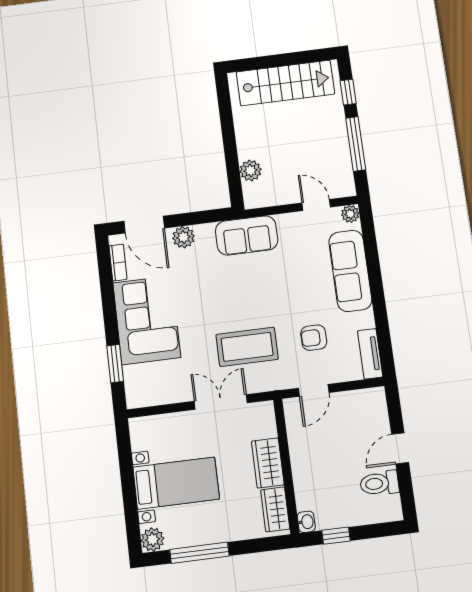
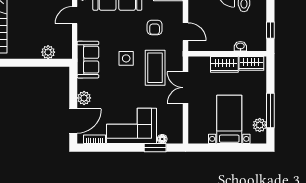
side table: (257, 297) -> (126, 58), added
floor lamp: (131, 374) -> (162, 139), added
washbasin: (306, 522) -> (240, 46), moved
plant: (152, 540) -> (260, 125), moved

